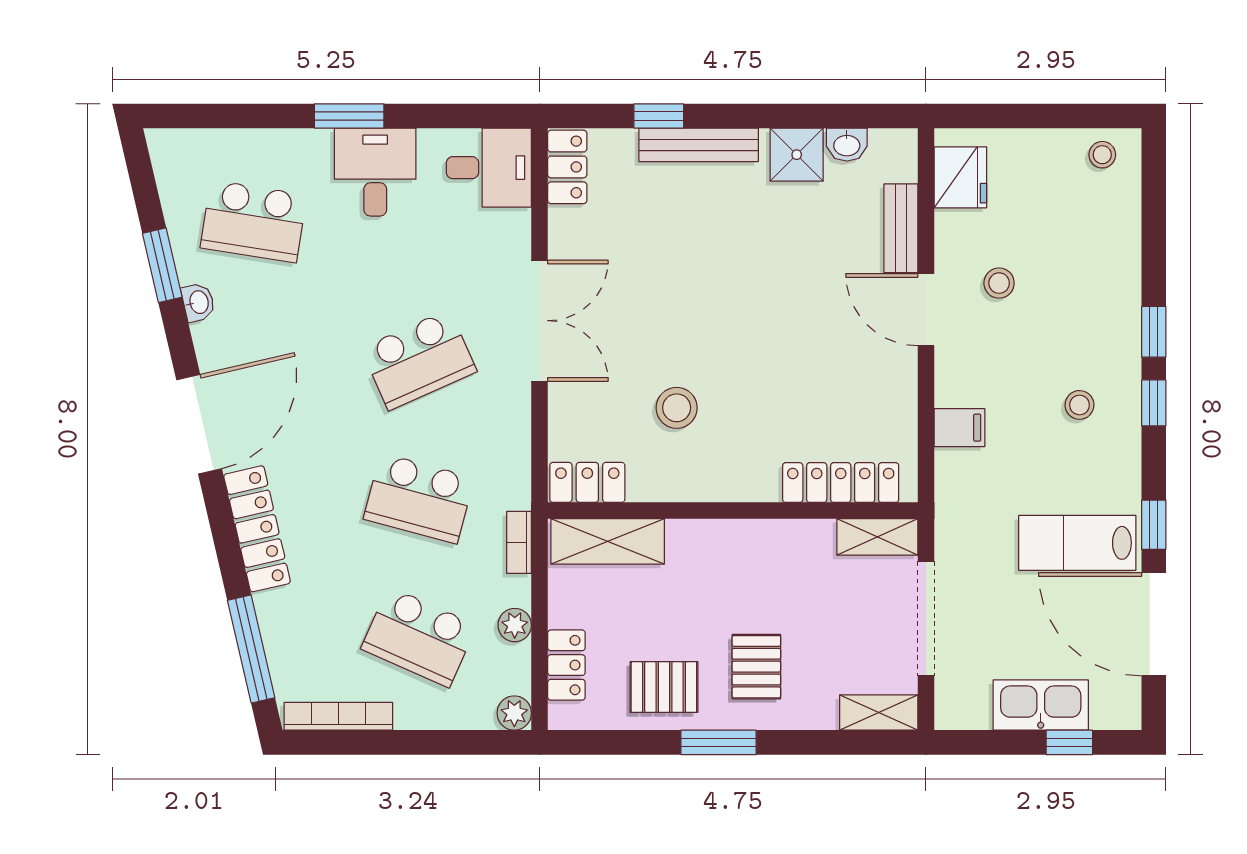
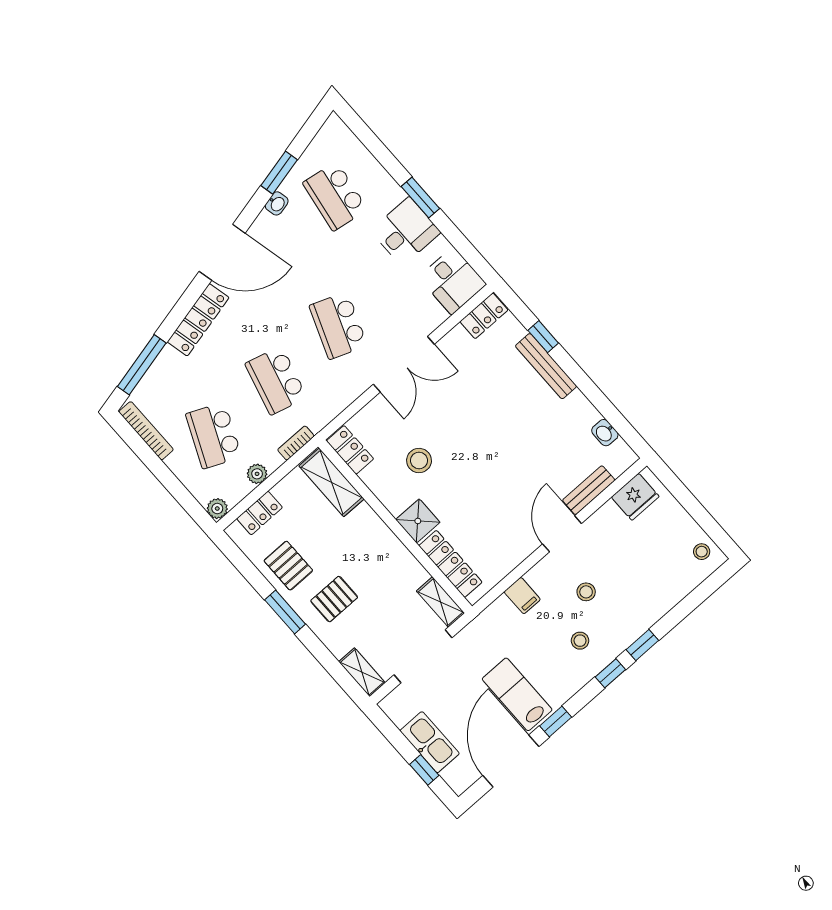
shower: (797, 155) -> (418, 521), moved
stool: (999, 283) -> (586, 592), moved
school desk: (419, 360) -> (338, 326), turned 45

